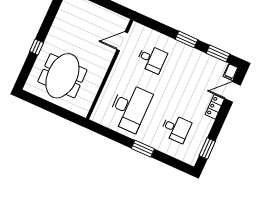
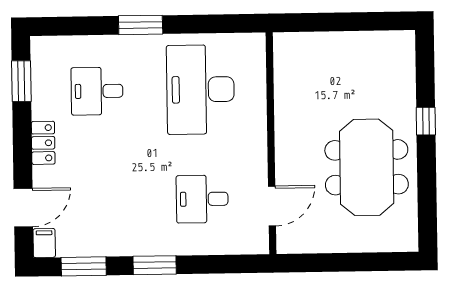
meeting table: (62, 76) -> (367, 167), moved
locker: (215, 107) -> (43, 143), moved

